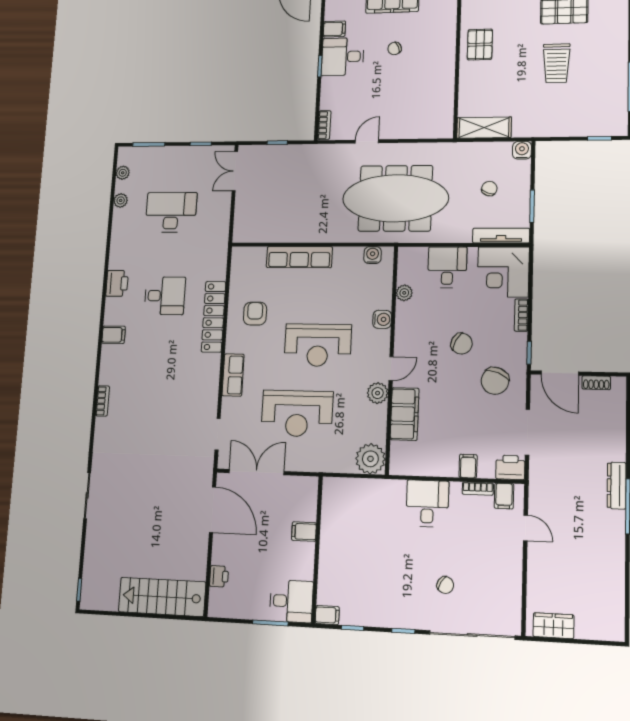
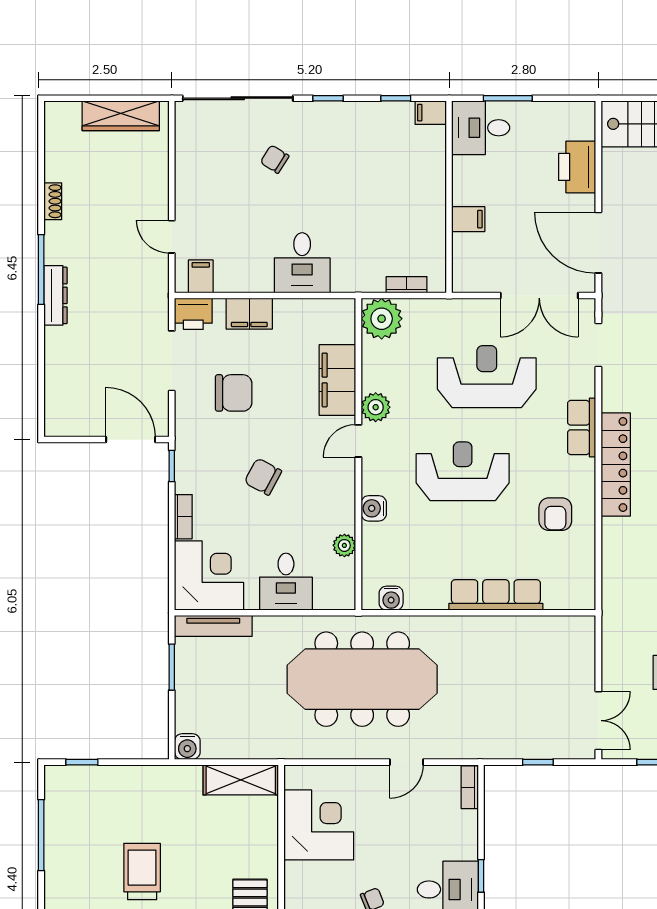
corner desk: (430, 98) -> (319, 825), added
chair: (489, 189) -> (231, 692), removed
locker: (214, 317) -> (616, 464), moved
chair: (495, 381) -> (234, 393), moved, turned 68
shoe rack: (596, 383) -> (53, 201), moved, turned 90
filing cabinet: (468, 466) -> (249, 314), width x2.00
bookcase: (478, 489) -> (407, 285), moved
printer: (219, 576) -> (577, 167), width x1.87, depth x1.48
wardrobe: (553, 626) -> (121, 116), width x1.50

